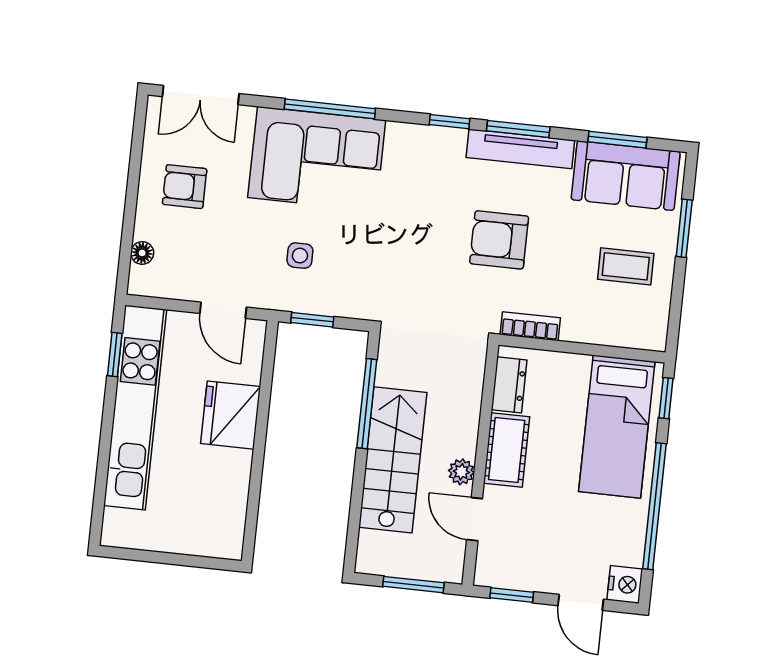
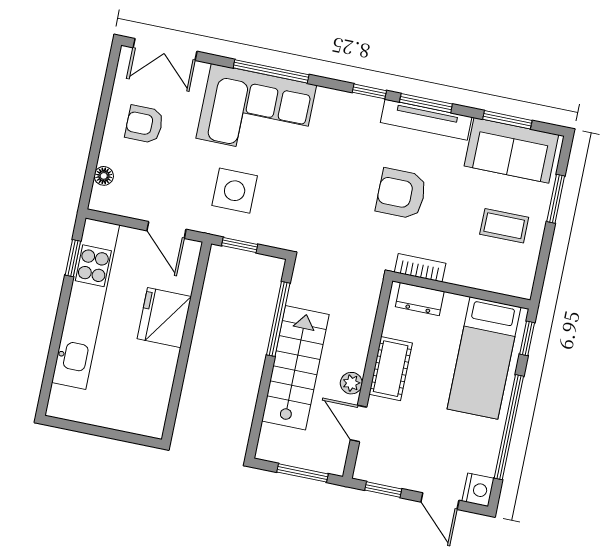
side table: (300, 256) -> (235, 191), width x1.87, depth x1.87
dresser: (509, 385) -> (420, 299), moved, turned 90

